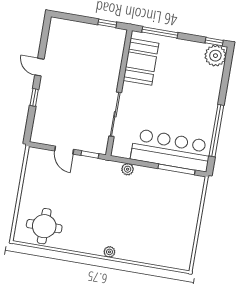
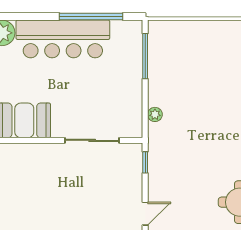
door: (64, 150) -> (145, 214), moved
bar counter: (171, 150) -> (63, 39), moved, turned -90

